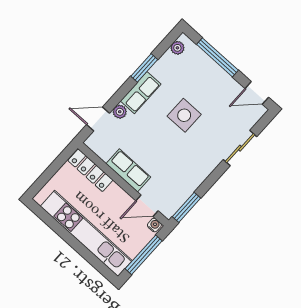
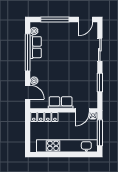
window: (144, 68) -> (28, 52), width x2.11
row of seats: (141, 93) -> (36, 47), moved
side table: (184, 115) -> (63, 57), removed
door: (98, 119) -> (28, 92), swing flipped
window: (186, 207) -> (100, 83), moved

